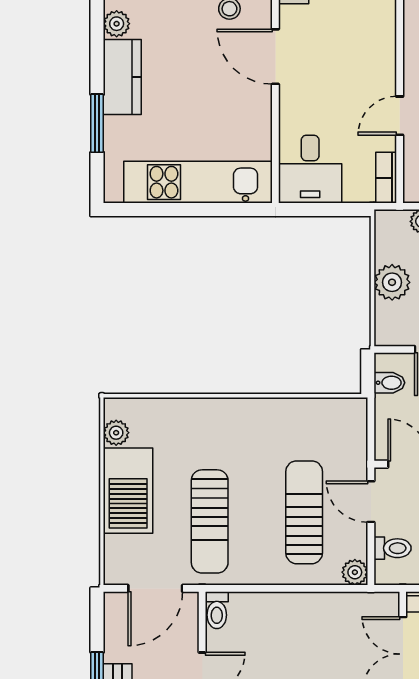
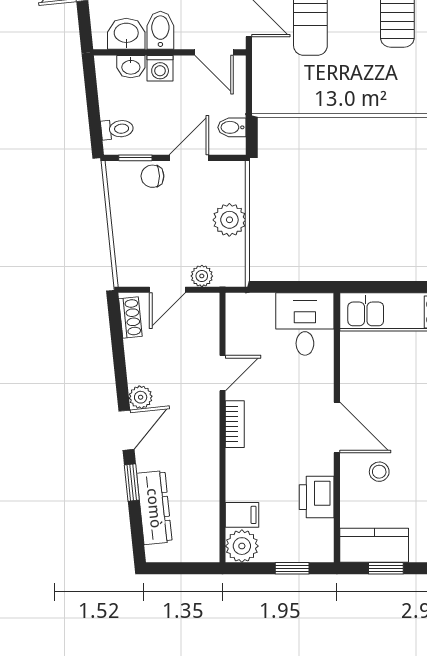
bookcase: (386, 178) -> (235, 424), moved

